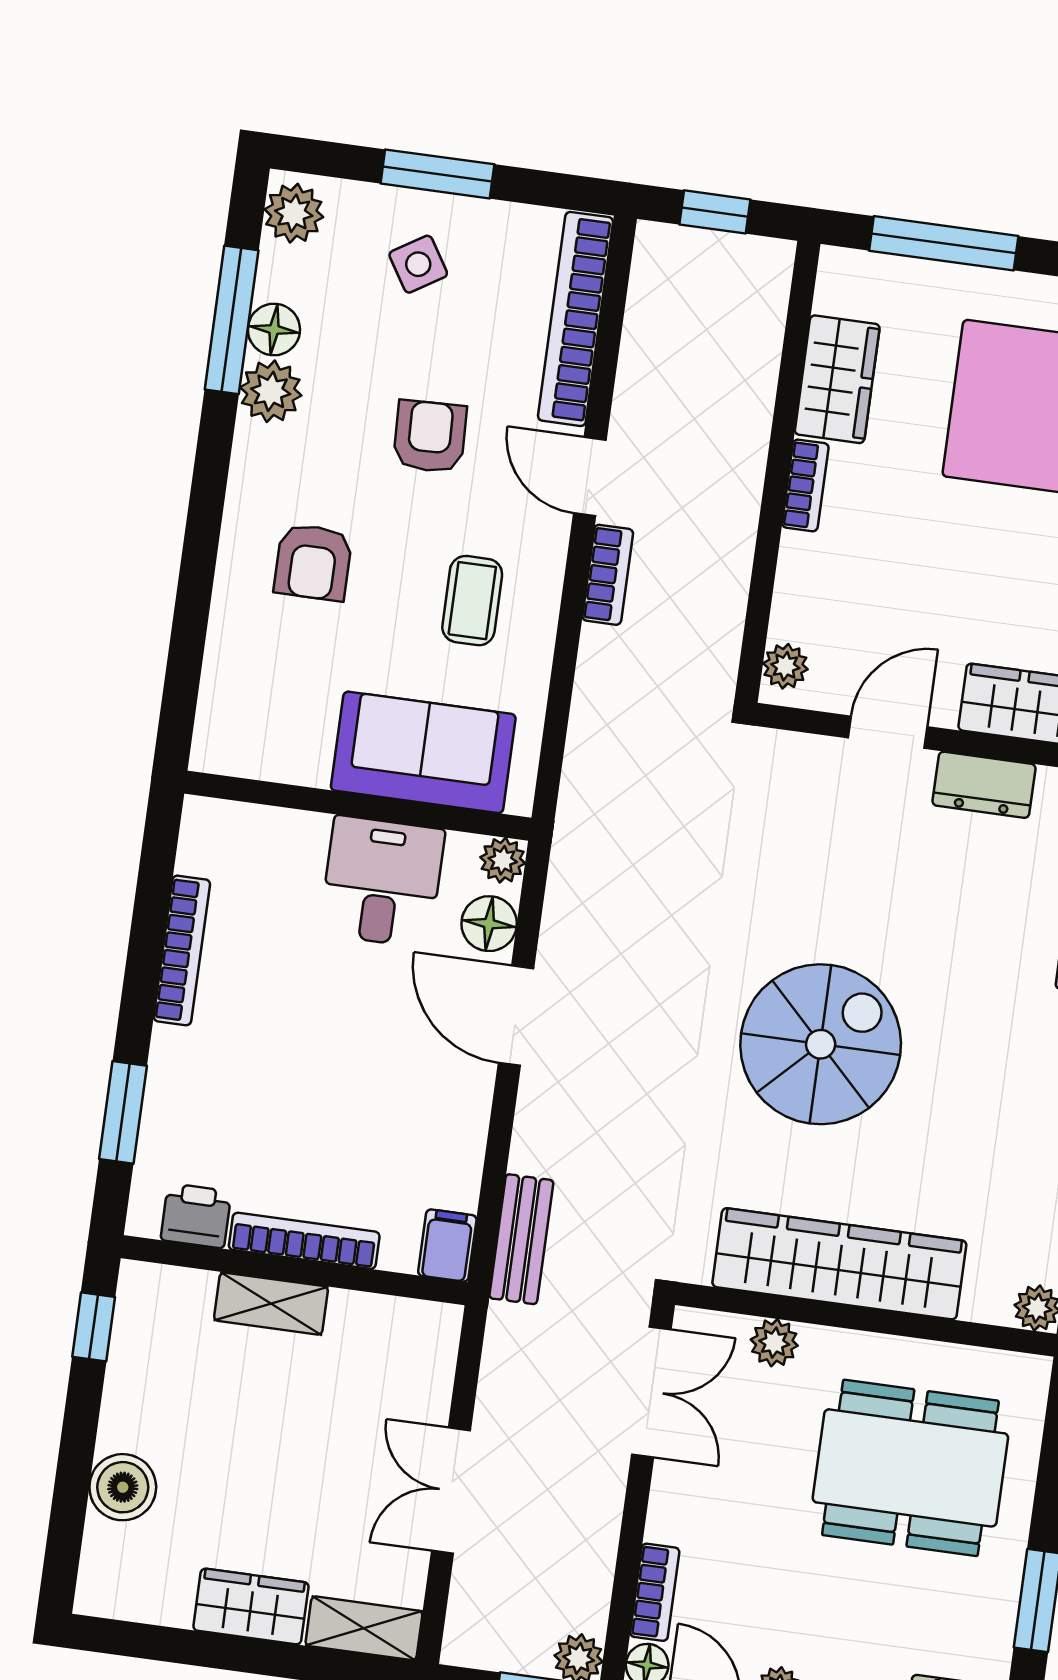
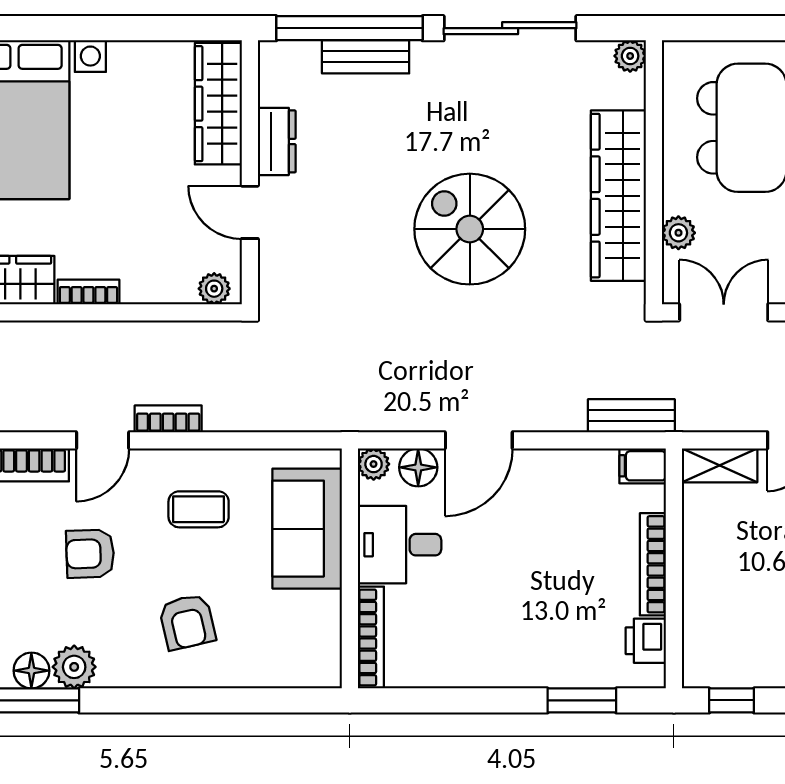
armchair: (313, 562) -> (187, 622), turned 77
bookcase: (182, 950) -> (371, 638), moved, turned 90
shelving: (271, 1304) -> (720, 465), moved, turned 90

